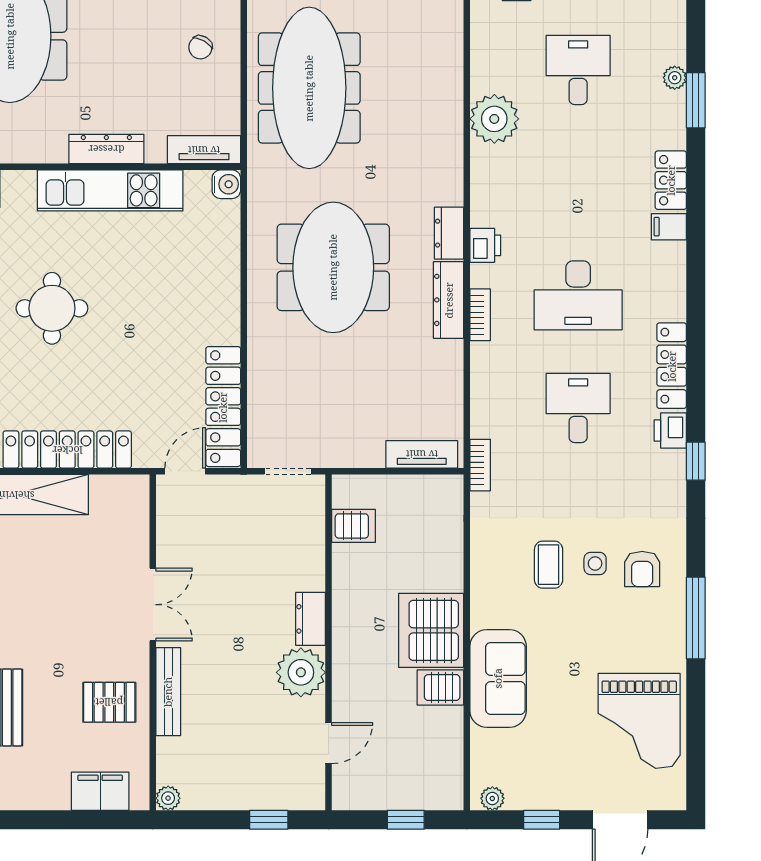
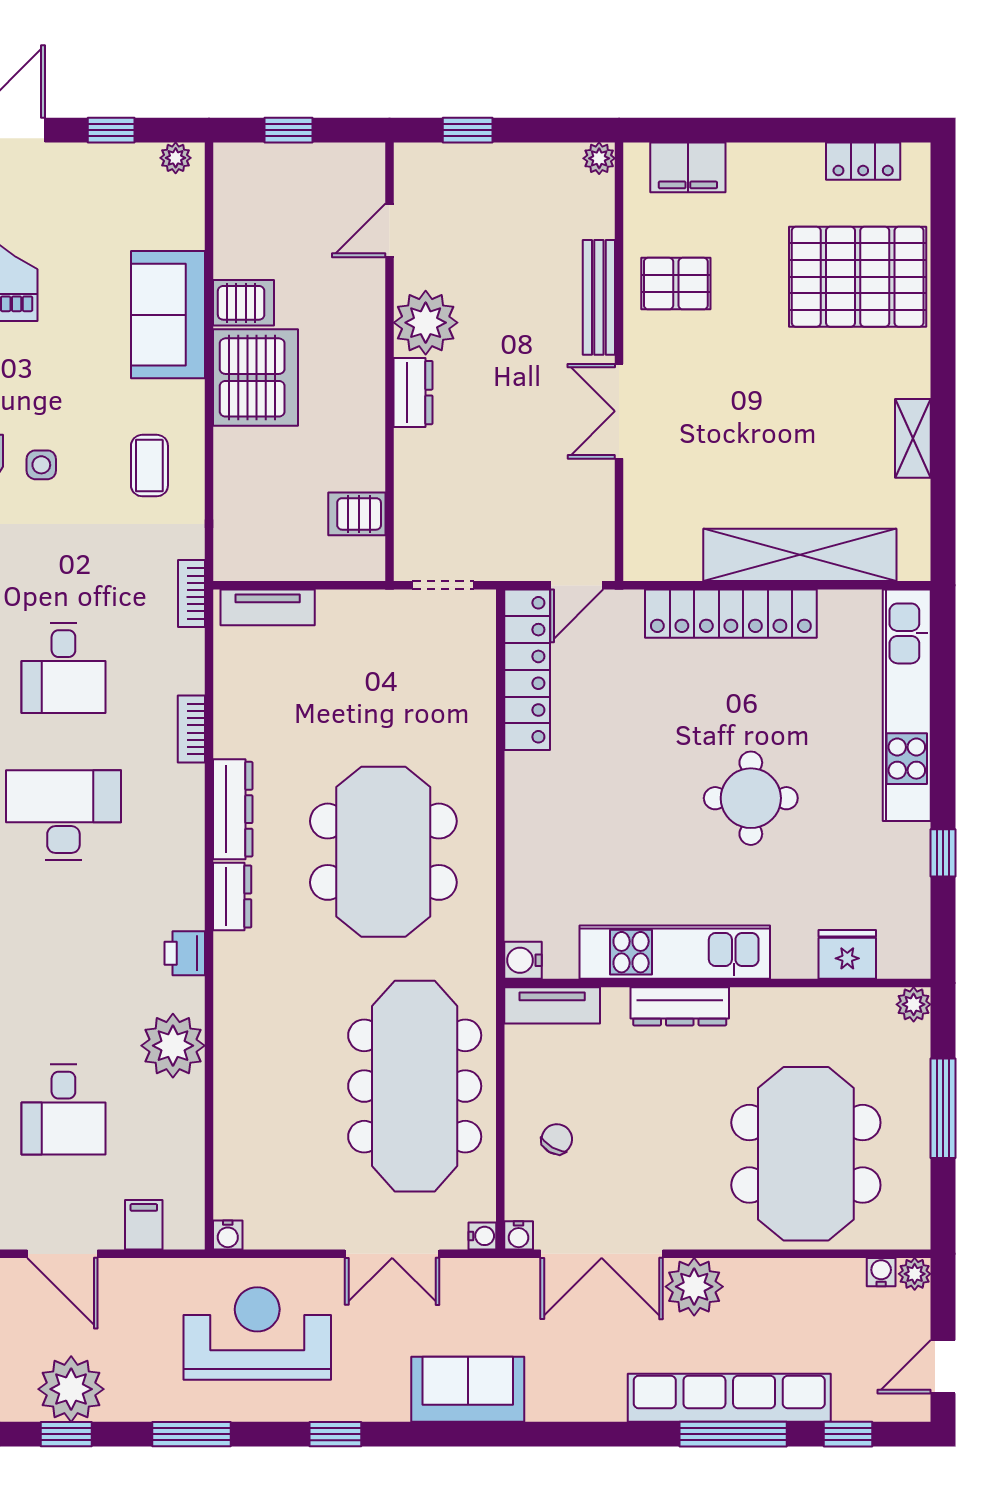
printer: (485, 245) -> (185, 953), moved
bookcase: (480, 315) -> (191, 729), moved
coffee table: (549, 565) -> (149, 466), moved

